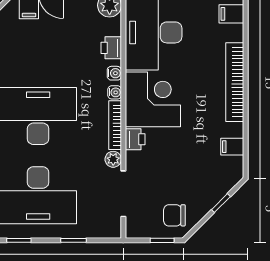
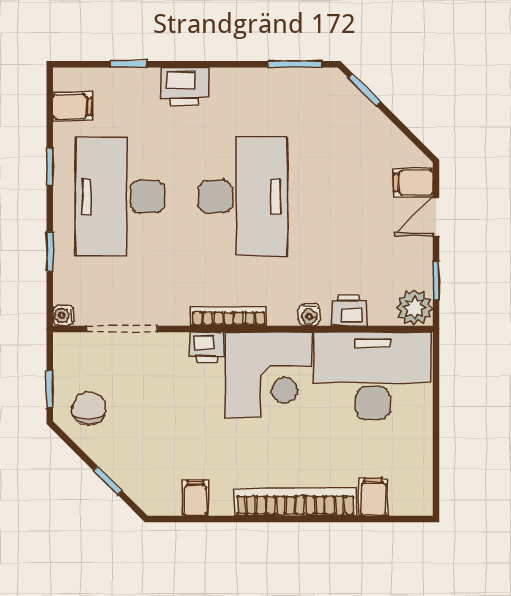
filing cabinet: (231, 14) -> (373, 497), moved
water cooler: (115, 92) -> (63, 315), moved, turned 90
plant: (113, 159) -> (176, 313), removed

